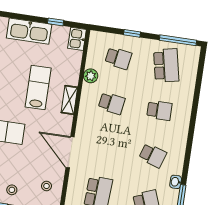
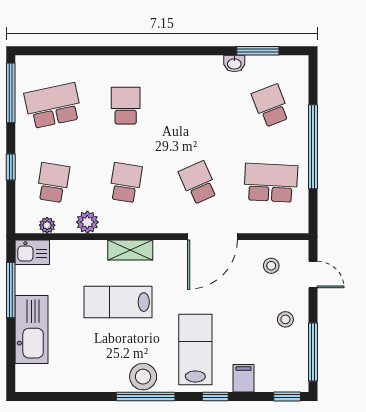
window: (56, 22) -> (11, 290), width x2.17
plant: (92, 51) -> (47, 225), added
school desk: (153, 156) -> (198, 183), moved, turned -42

